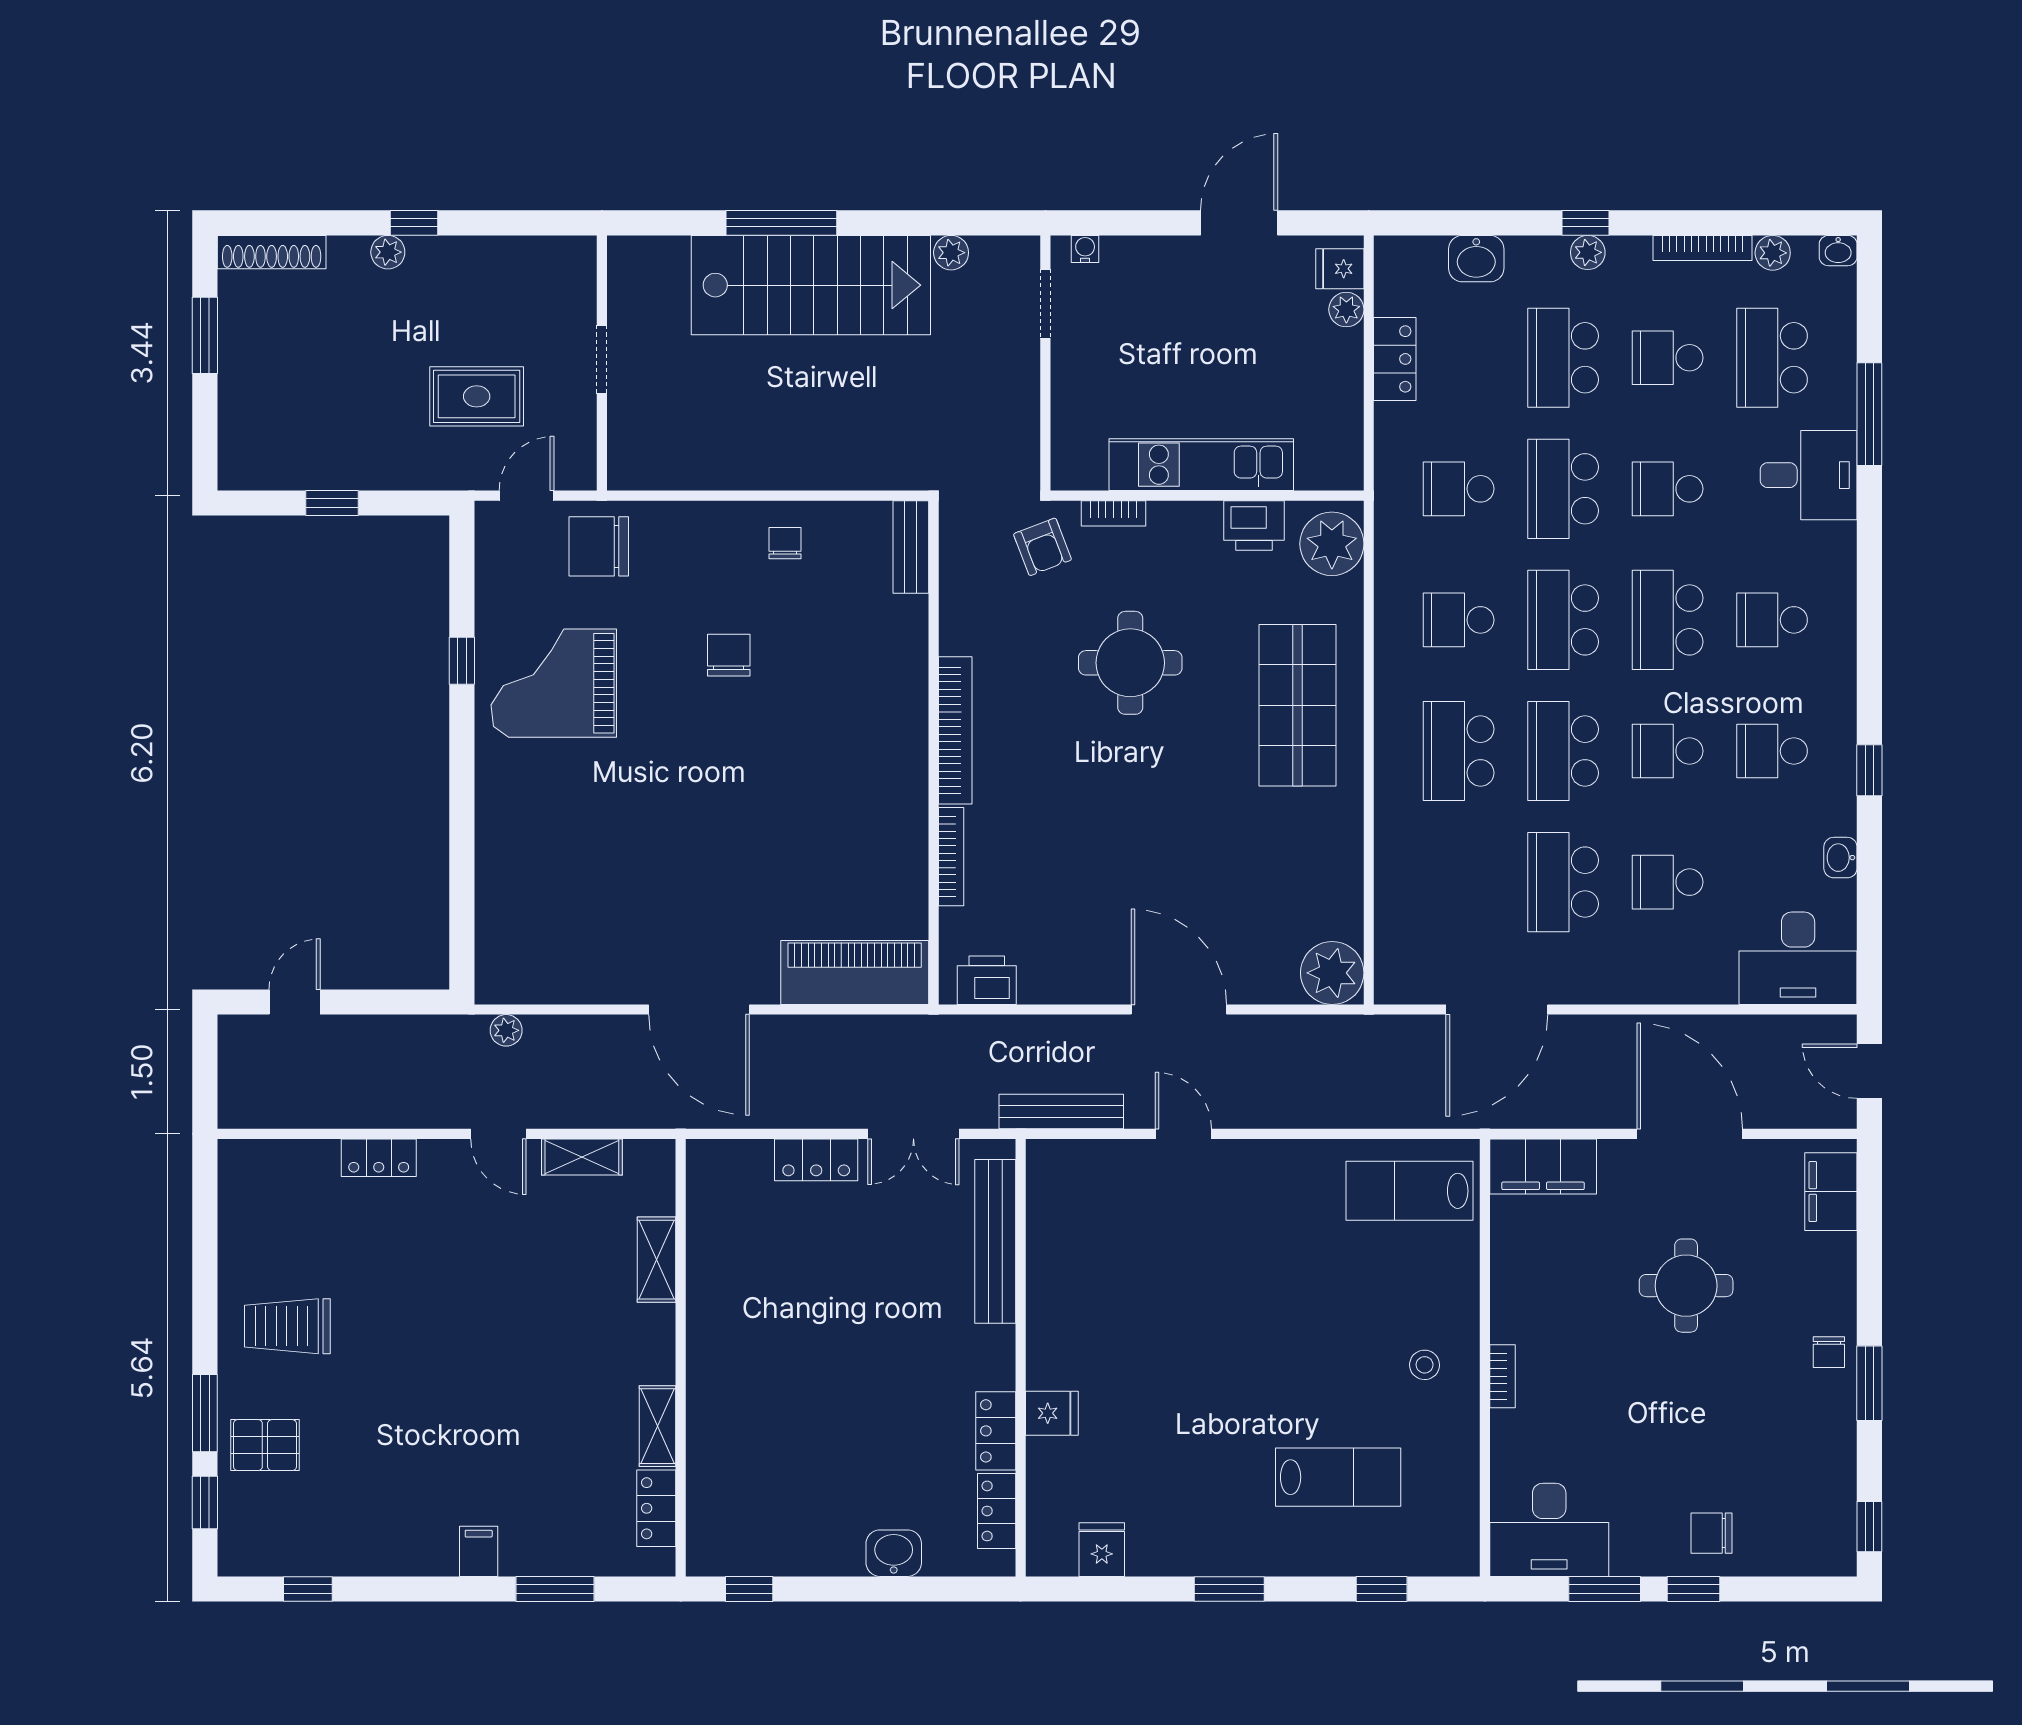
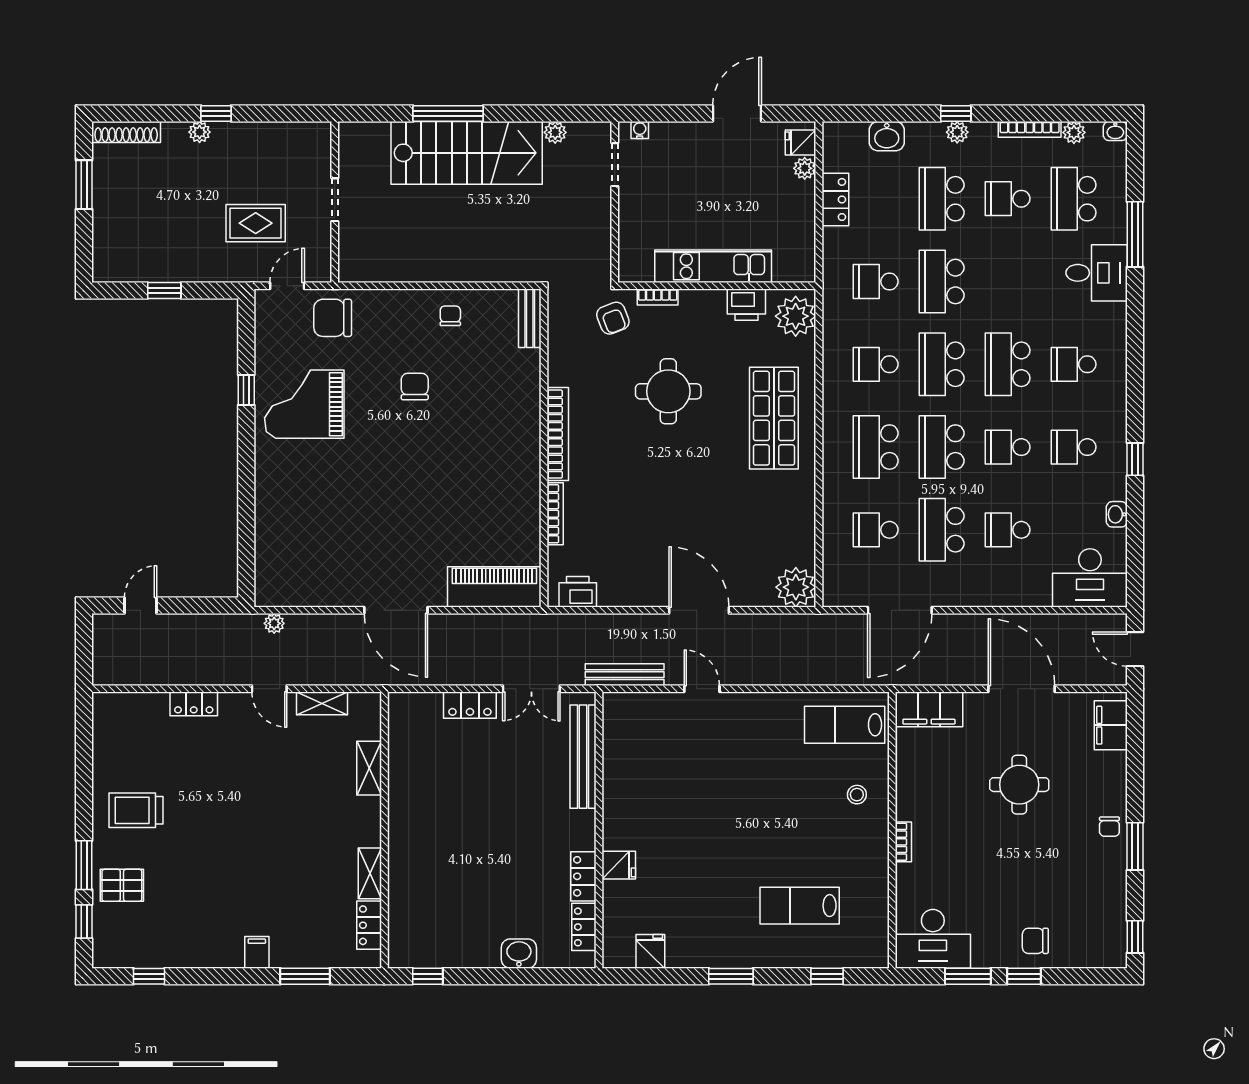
school desk: (1668, 489) -> (876, 530), moved
stool: (1425, 1365) -> (857, 795), moved
lab bench: (1338, 1477) -> (800, 906), turned 180

